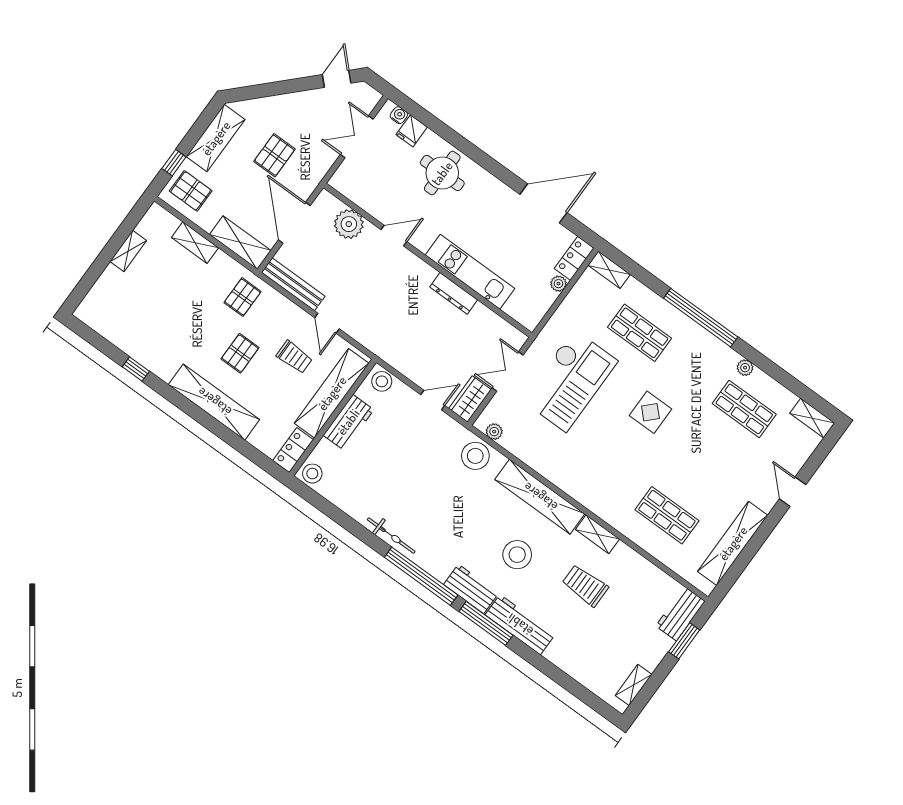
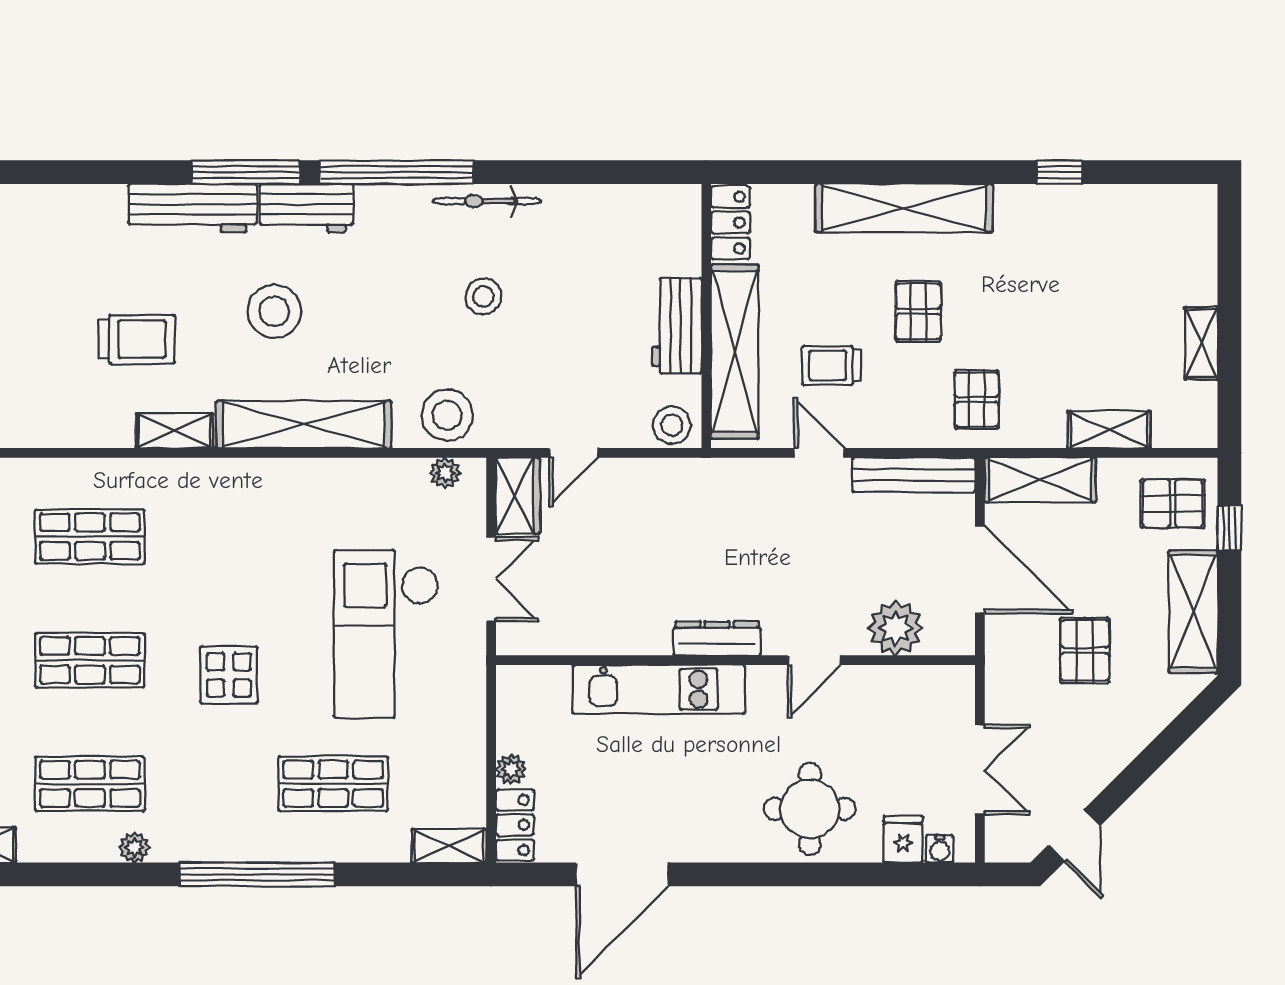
dresser: (454, 293) -> (717, 638), moved
shop shelf: (706, 462) -> (90, 660), added
stool: (312, 474) -> (483, 297), moved

